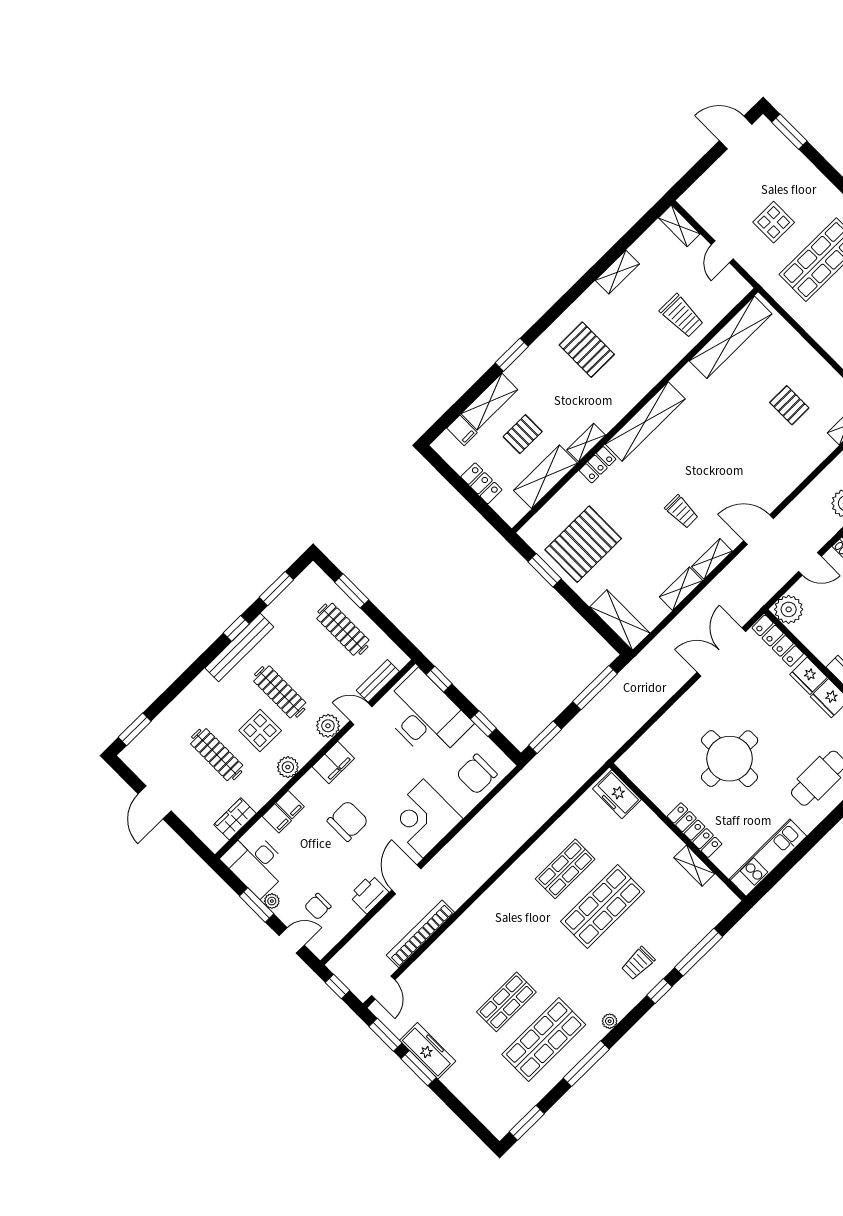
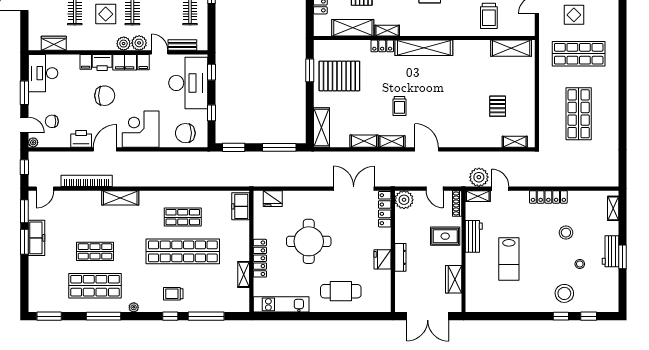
shelving: (731, 337) -> (511, 48), width x0.68
fridge: (809, 676) -> (273, 199), moved, turned -90
plant: (288, 767) -> (124, 44), moved
printer: (309, 787) -> (102, 62), added
filing cabinet: (277, 818) -> (143, 62), moved
plant: (272, 901) -> (33, 142), moved
shop shelf: (603, 907) -> (183, 251), width x1.40
shelving: (476, 916) -> (120, 198), added

